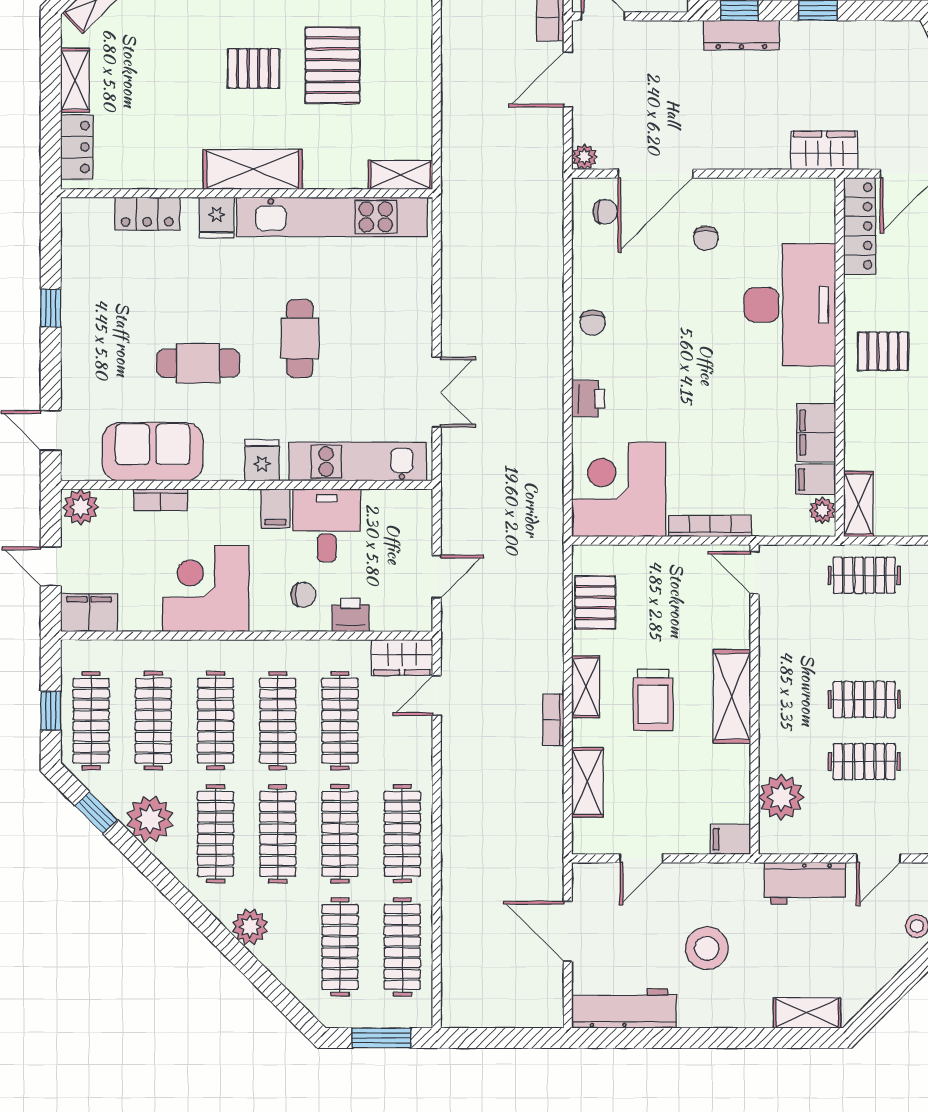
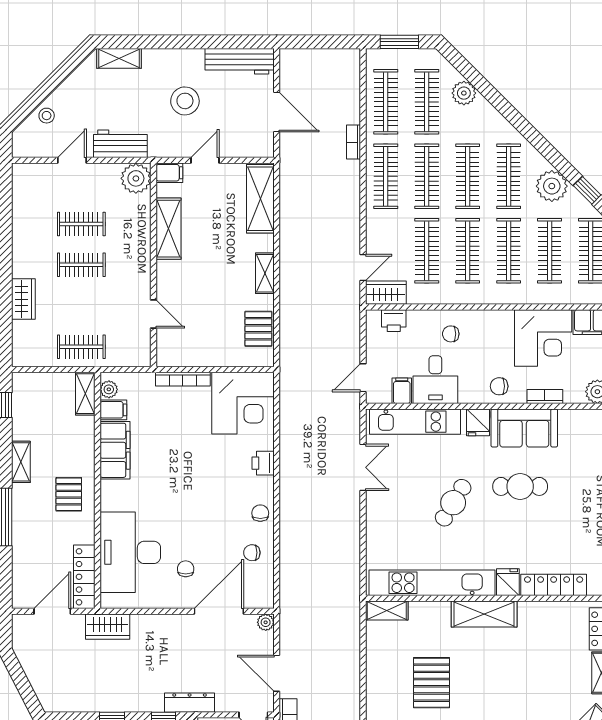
dresser: (741, 35) -> (190, 703), moved
pallet: (254, 68) -> (484, 681), removed
door: (568, 79) -> (277, 673), swing flipped
chair: (605, 212) -> (252, 553), moved
locker: (147, 214) -> (554, 585), width x1.53
desk: (790, 305) -> (130, 552), moved
cafe table: (300, 338) -> (453, 503), turned 31
pallet: (883, 351) -> (69, 494), turned 90
double door: (437, 392) -> (363, 467), swing flipped
filing cabinet: (816, 433) -> (115, 450), width x1.50, depth x1.17
sofa: (153, 452) -> (524, 428), moved
filing cabinet: (276, 508) -> (402, 391), moved
chair: (230, 515) -> (499, 386), added
door: (754, 572) -> (154, 314), moved
door: (437, 577) -> (363, 378), moved
corner desk: (206, 589) -> (543, 338), moved
printer: (351, 615) -> (394, 321), moved
shelving: (732, 696) -> (168, 229), moved
trolley: (653, 700) -> (220, 265), removed
bookcase: (553, 720) -> (353, 142), moved, turned 180
shelving: (587, 782) -> (260, 199), width x1.50, depth x1.33
plant: (781, 797) -> (136, 178), moved
door: (641, 858) -> (205, 160), moved
plant: (250, 927) -> (464, 93), moved

